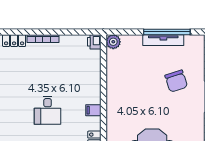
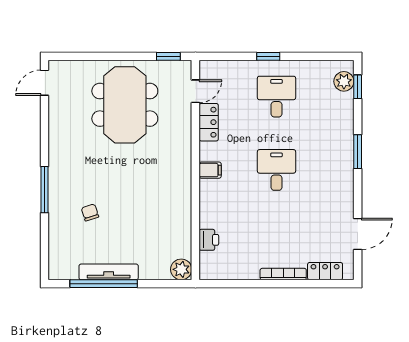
printer: (94, 42) -> (209, 240), moved
chair: (176, 81) -> (90, 212), width x0.54, depth x0.54

